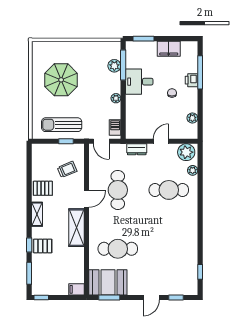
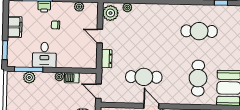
barbecue: (115, 128) -> (72, 78), moved
door: (101, 141) -> (99, 91), swing flipped
cafe table: (169, 190) -> (199, 31), moved, turned 90

